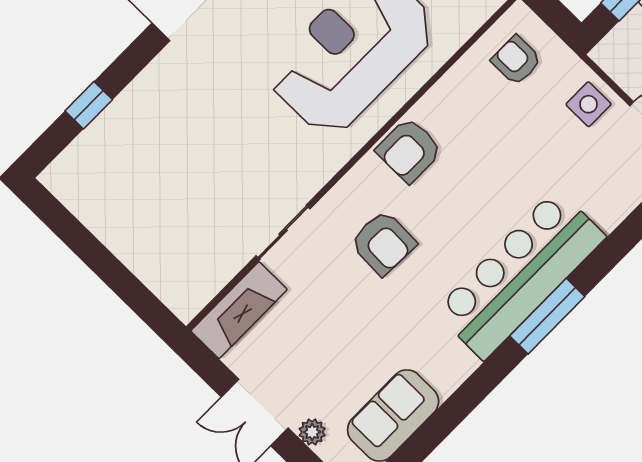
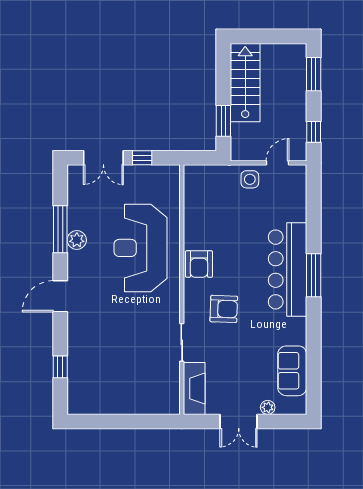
armchair: (516, 60) -> (206, 190), removed

